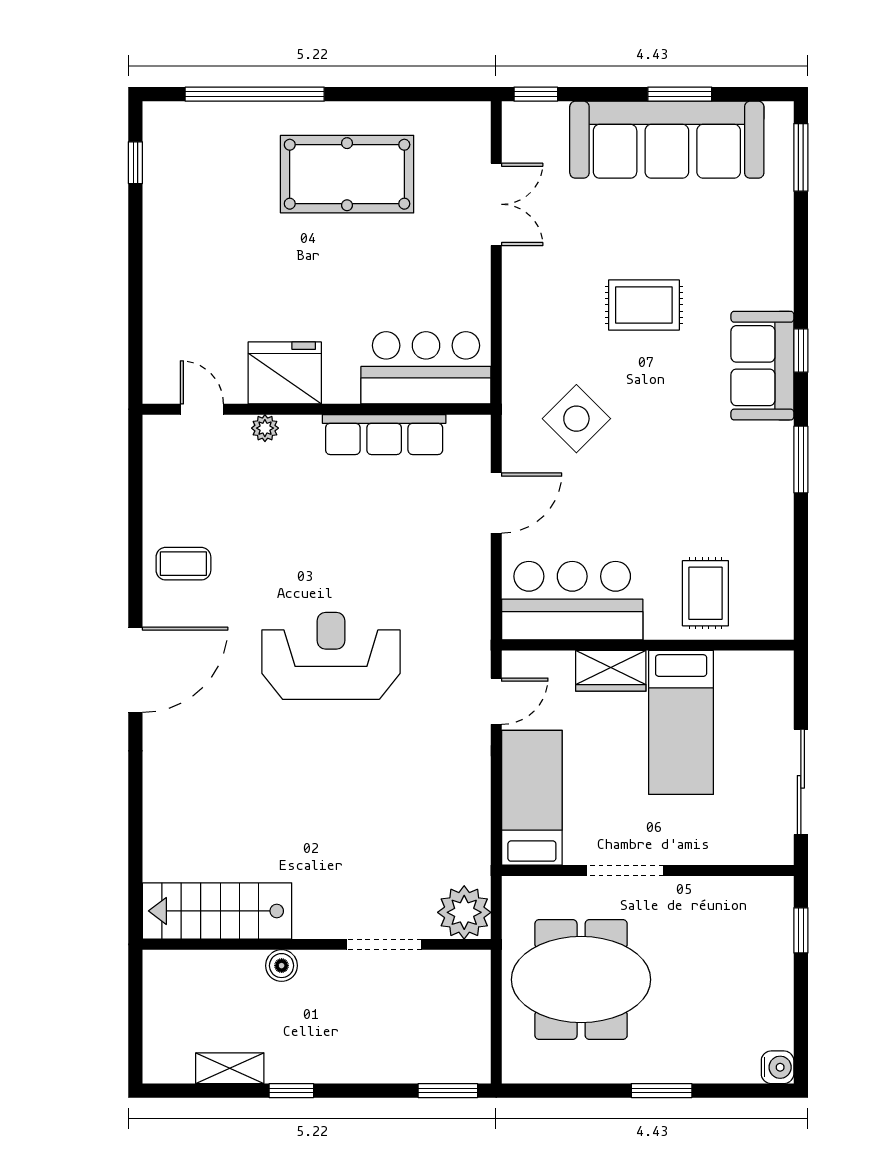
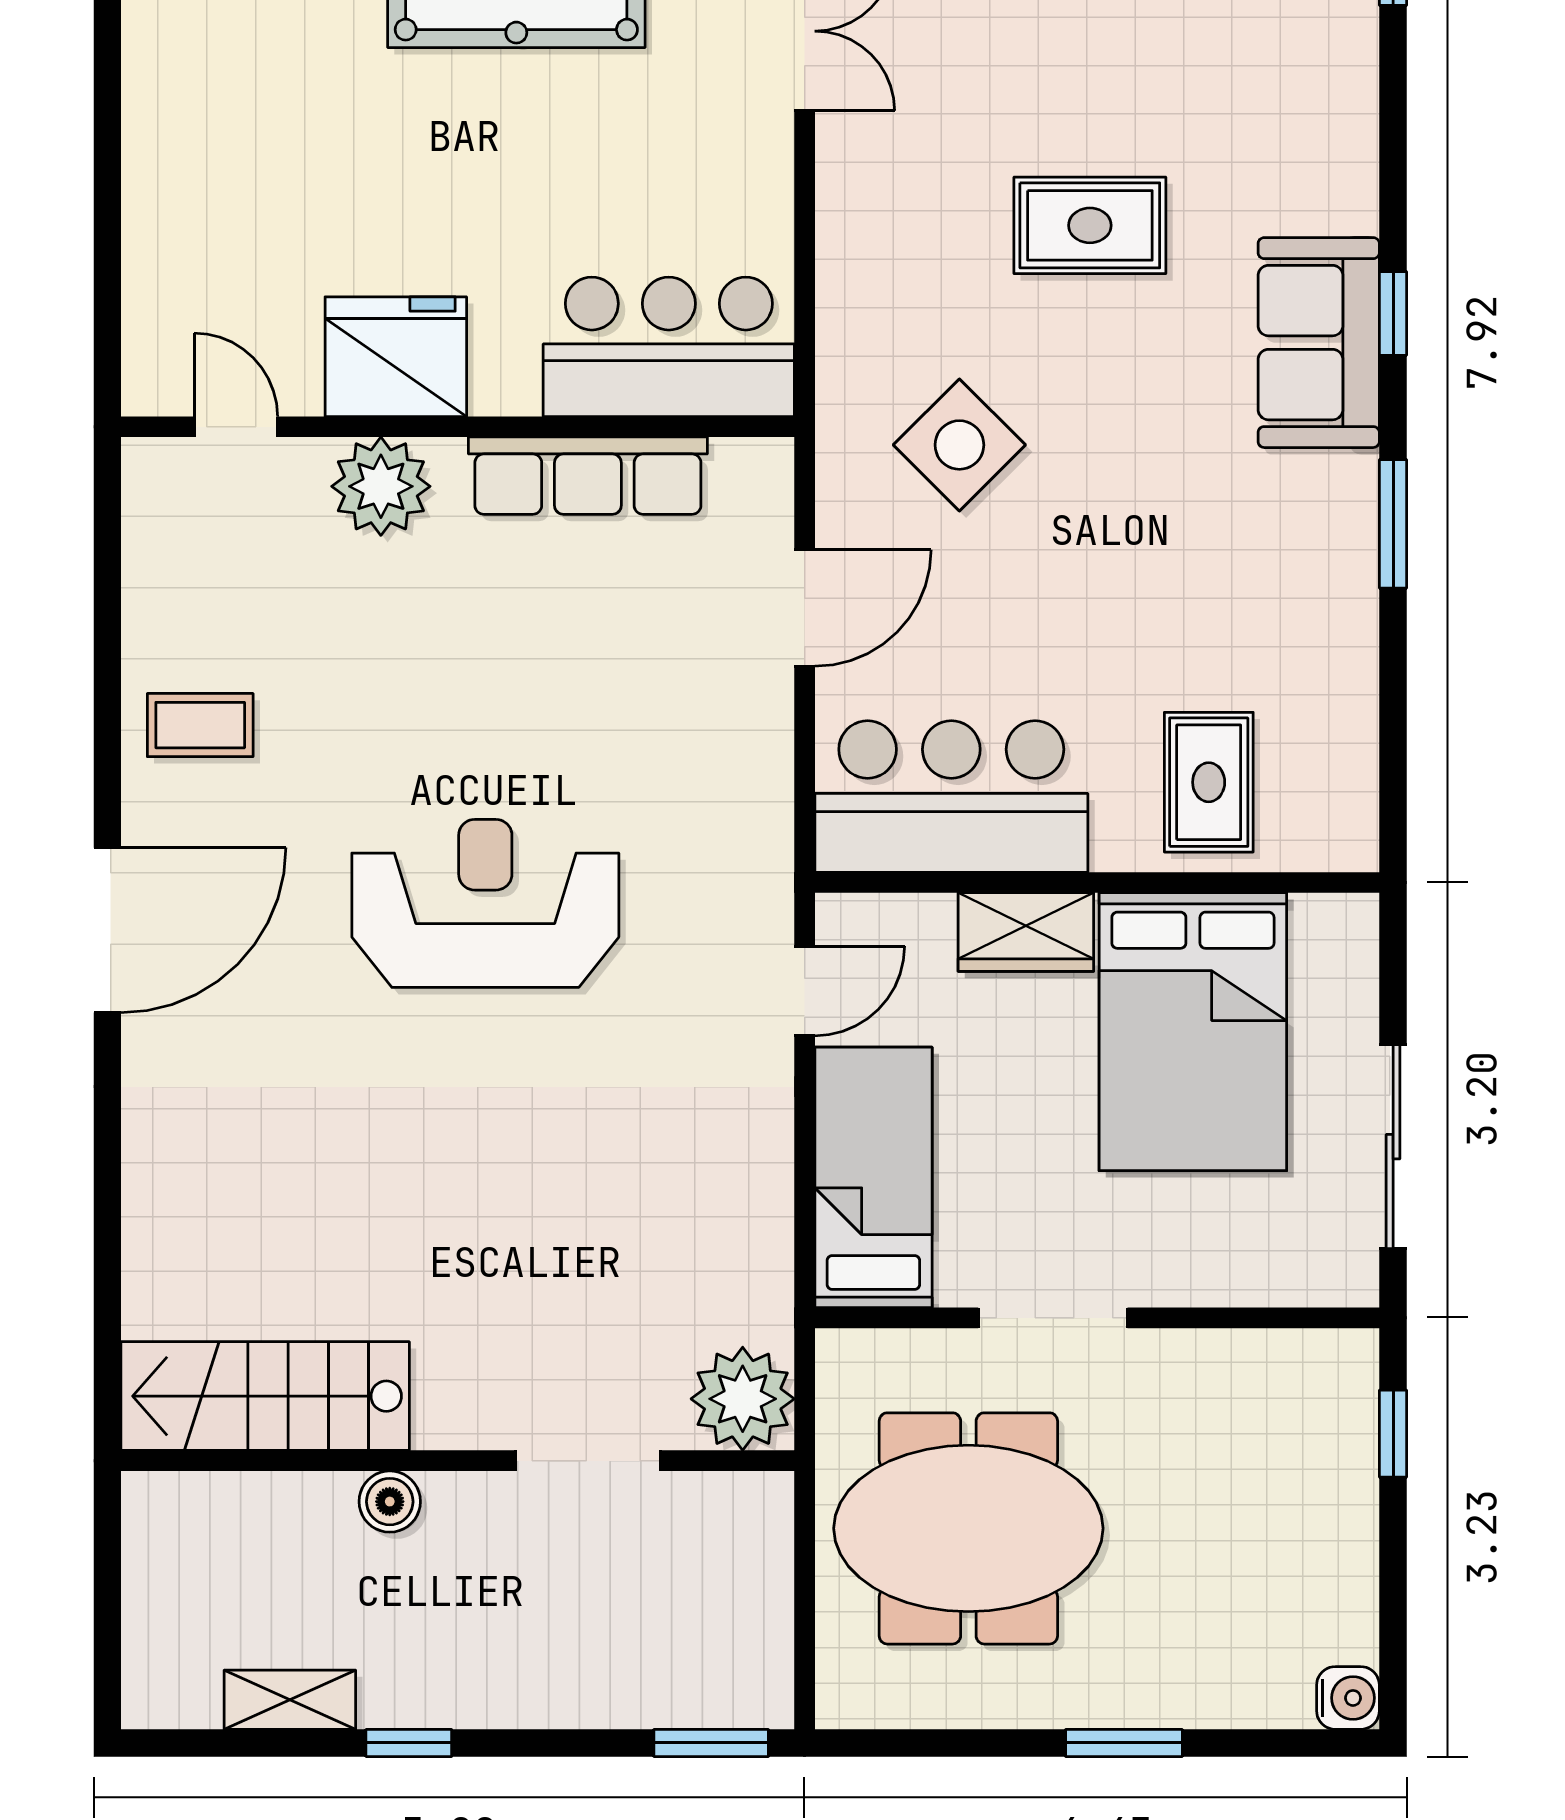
plant: (265, 428) -> (381, 486), width x1.88, depth x1.88
bed: (681, 722) -> (1193, 1032), width x1.50

